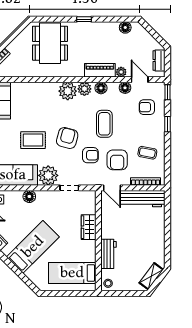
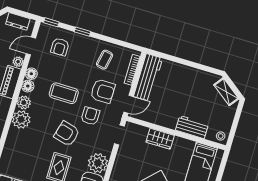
floor lamp: (125, 88) -> (31, 74), moved
doorway: (69, 188) -> (119, 135), moved

